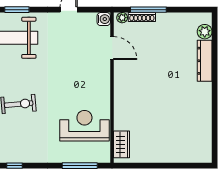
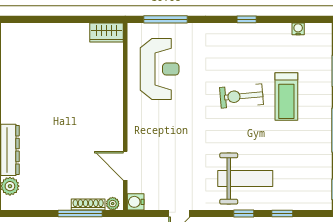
window: (17, 10) -> (244, 214), width x0.67
reception desk: (84, 126) -> (160, 69), turned -90
wardrobe: (121, 144) -> (107, 32), moved, turned -90

